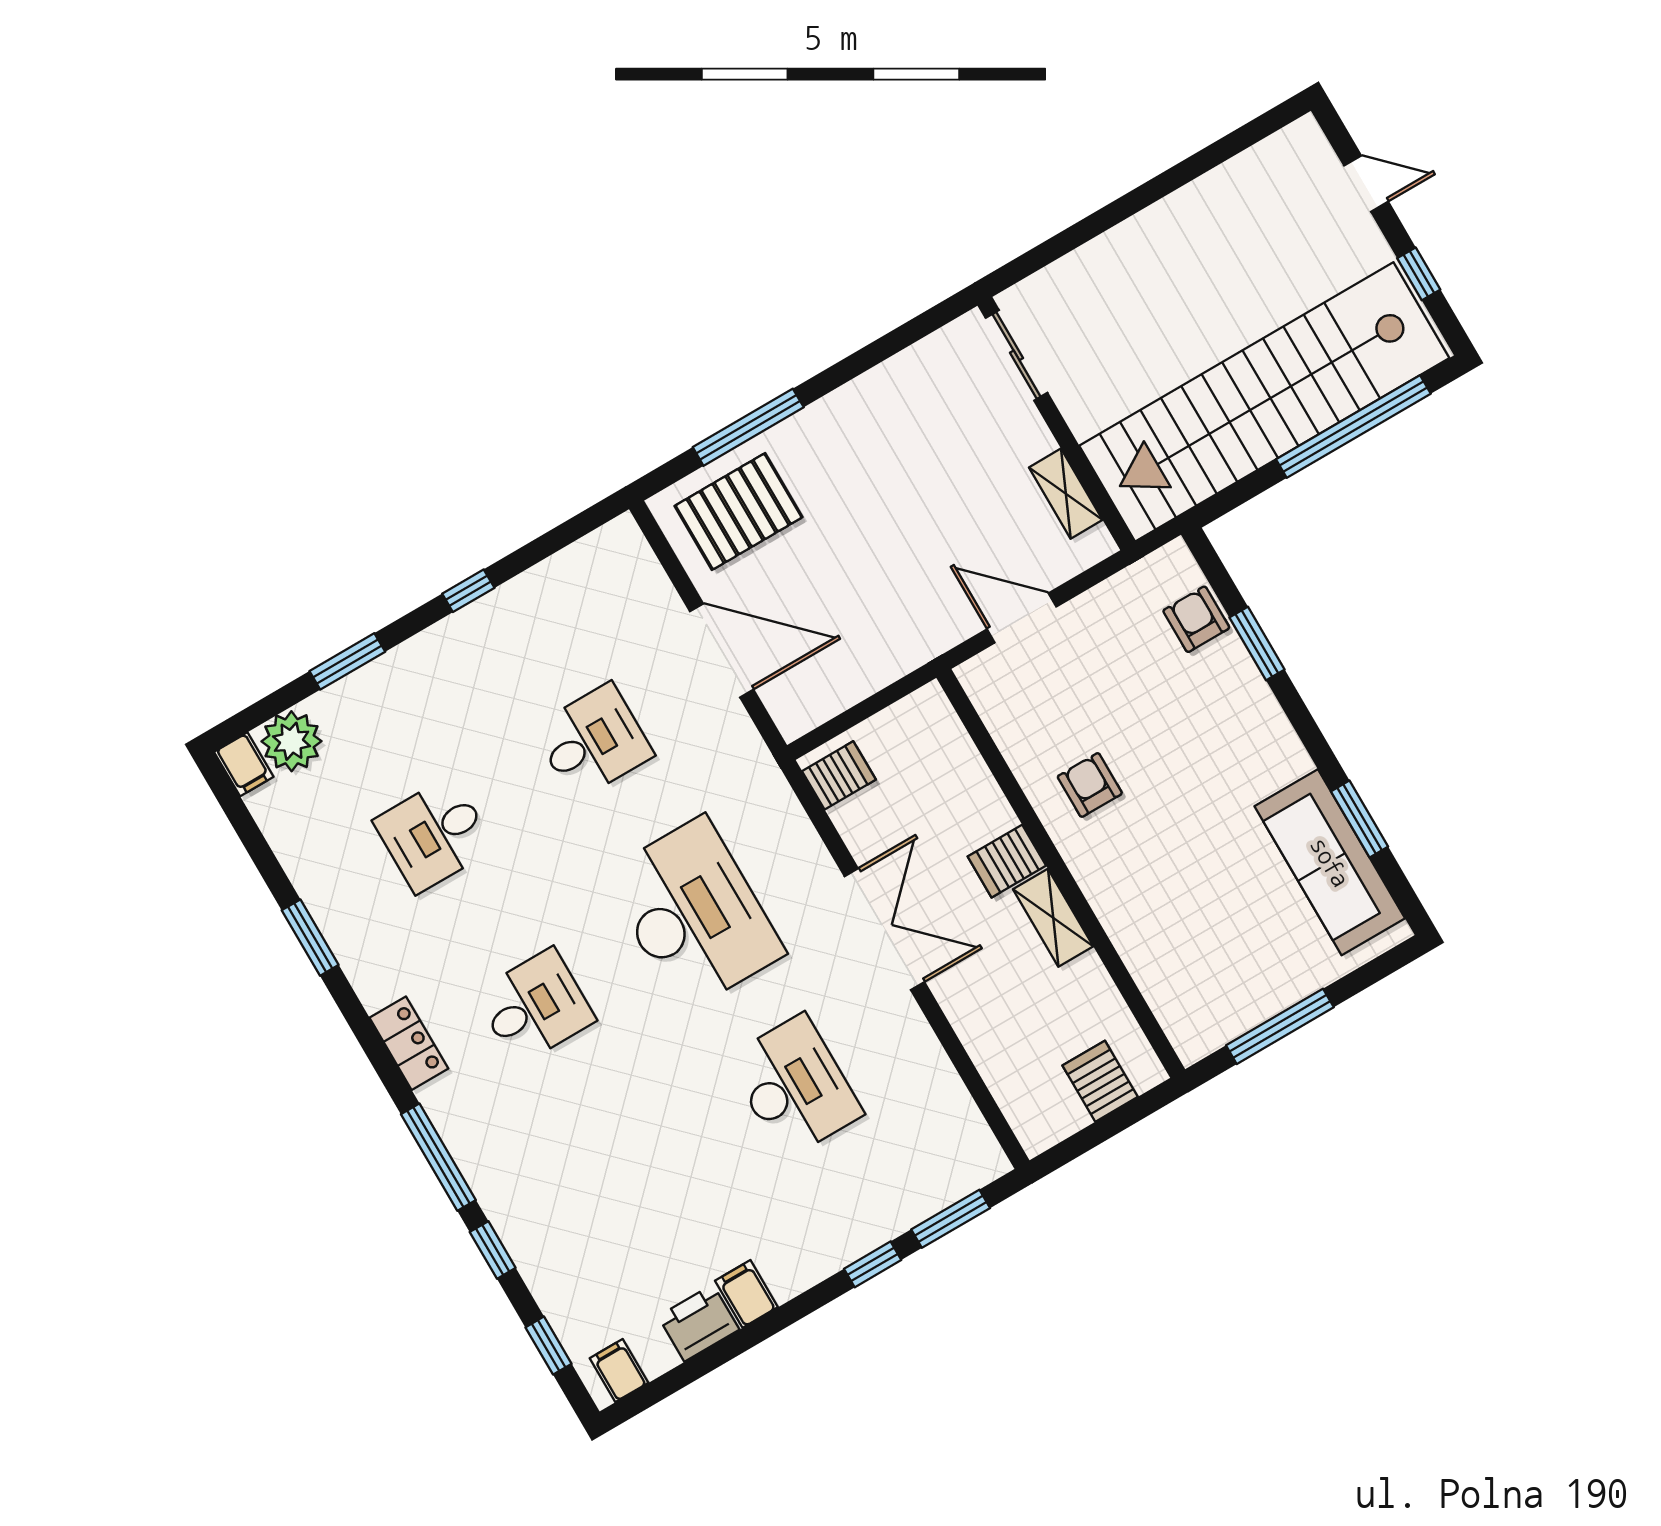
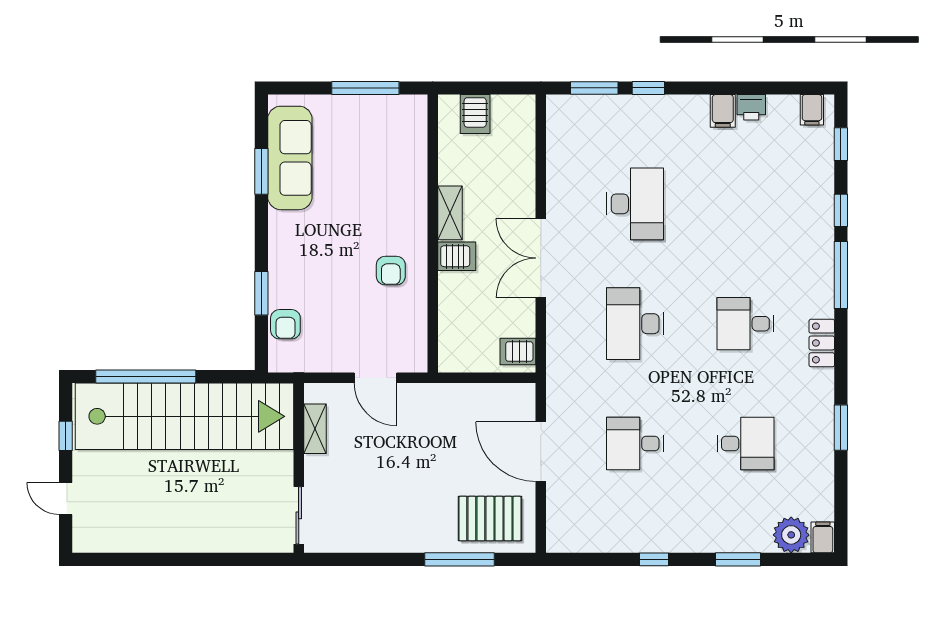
desk: (694, 914) -> (635, 324), width x0.73, depth x0.77
desk: (794, 1086) -> (635, 204), turned 180
printer: (699, 1323) -> (751, 107), width x0.73, depth x0.81

